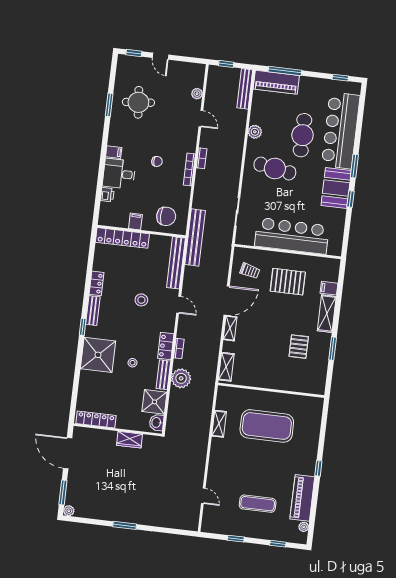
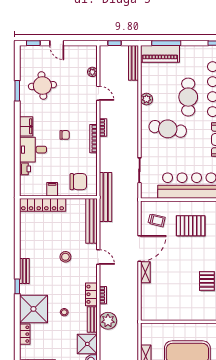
filing cabinet: (114, 152) -> (26, 126), width x2.00
locker: (96, 283) -> (25, 334), moved
shelving: (226, 367) -> (146, 306), removed

